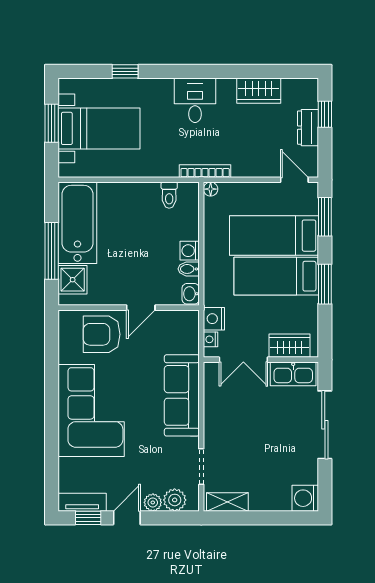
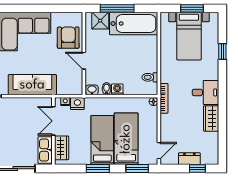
wardrobe: (259, 91) -> (211, 118), moved

